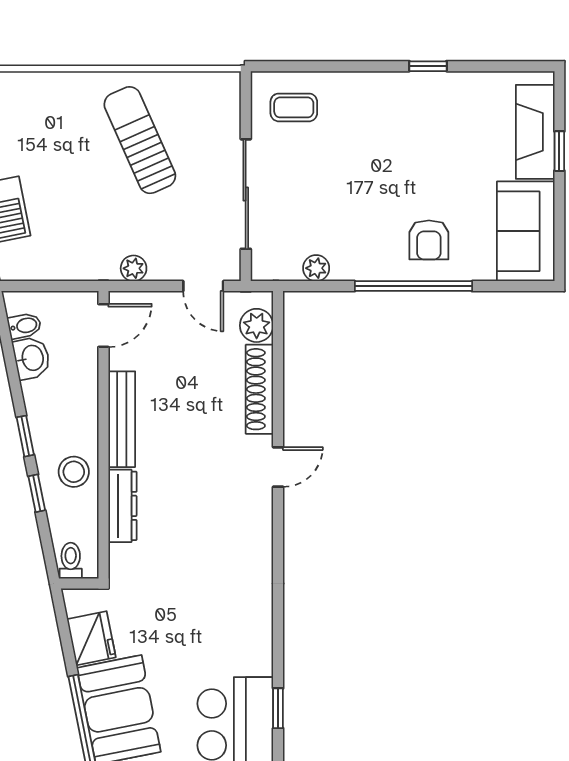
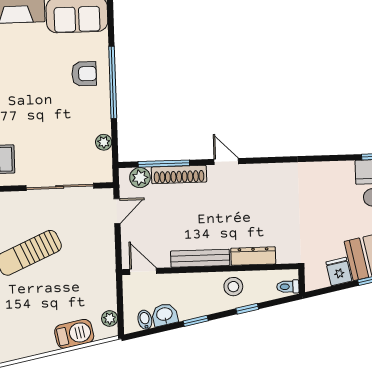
plant: (134, 268) -> (110, 318), moved
window: (278, 365) -> (164, 164), added
window: (25, 436) -> (196, 321), moved
fridge: (91, 638) -> (339, 271), width x0.72

